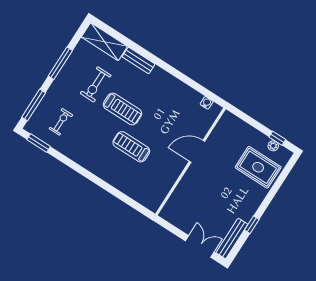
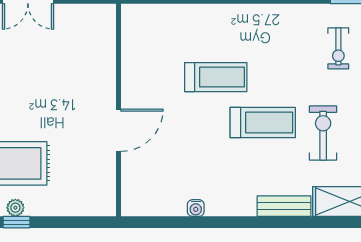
water cooler: (207, 103) -> (196, 208), moved
treadmill: (122, 109) -> (263, 123), turned 180

